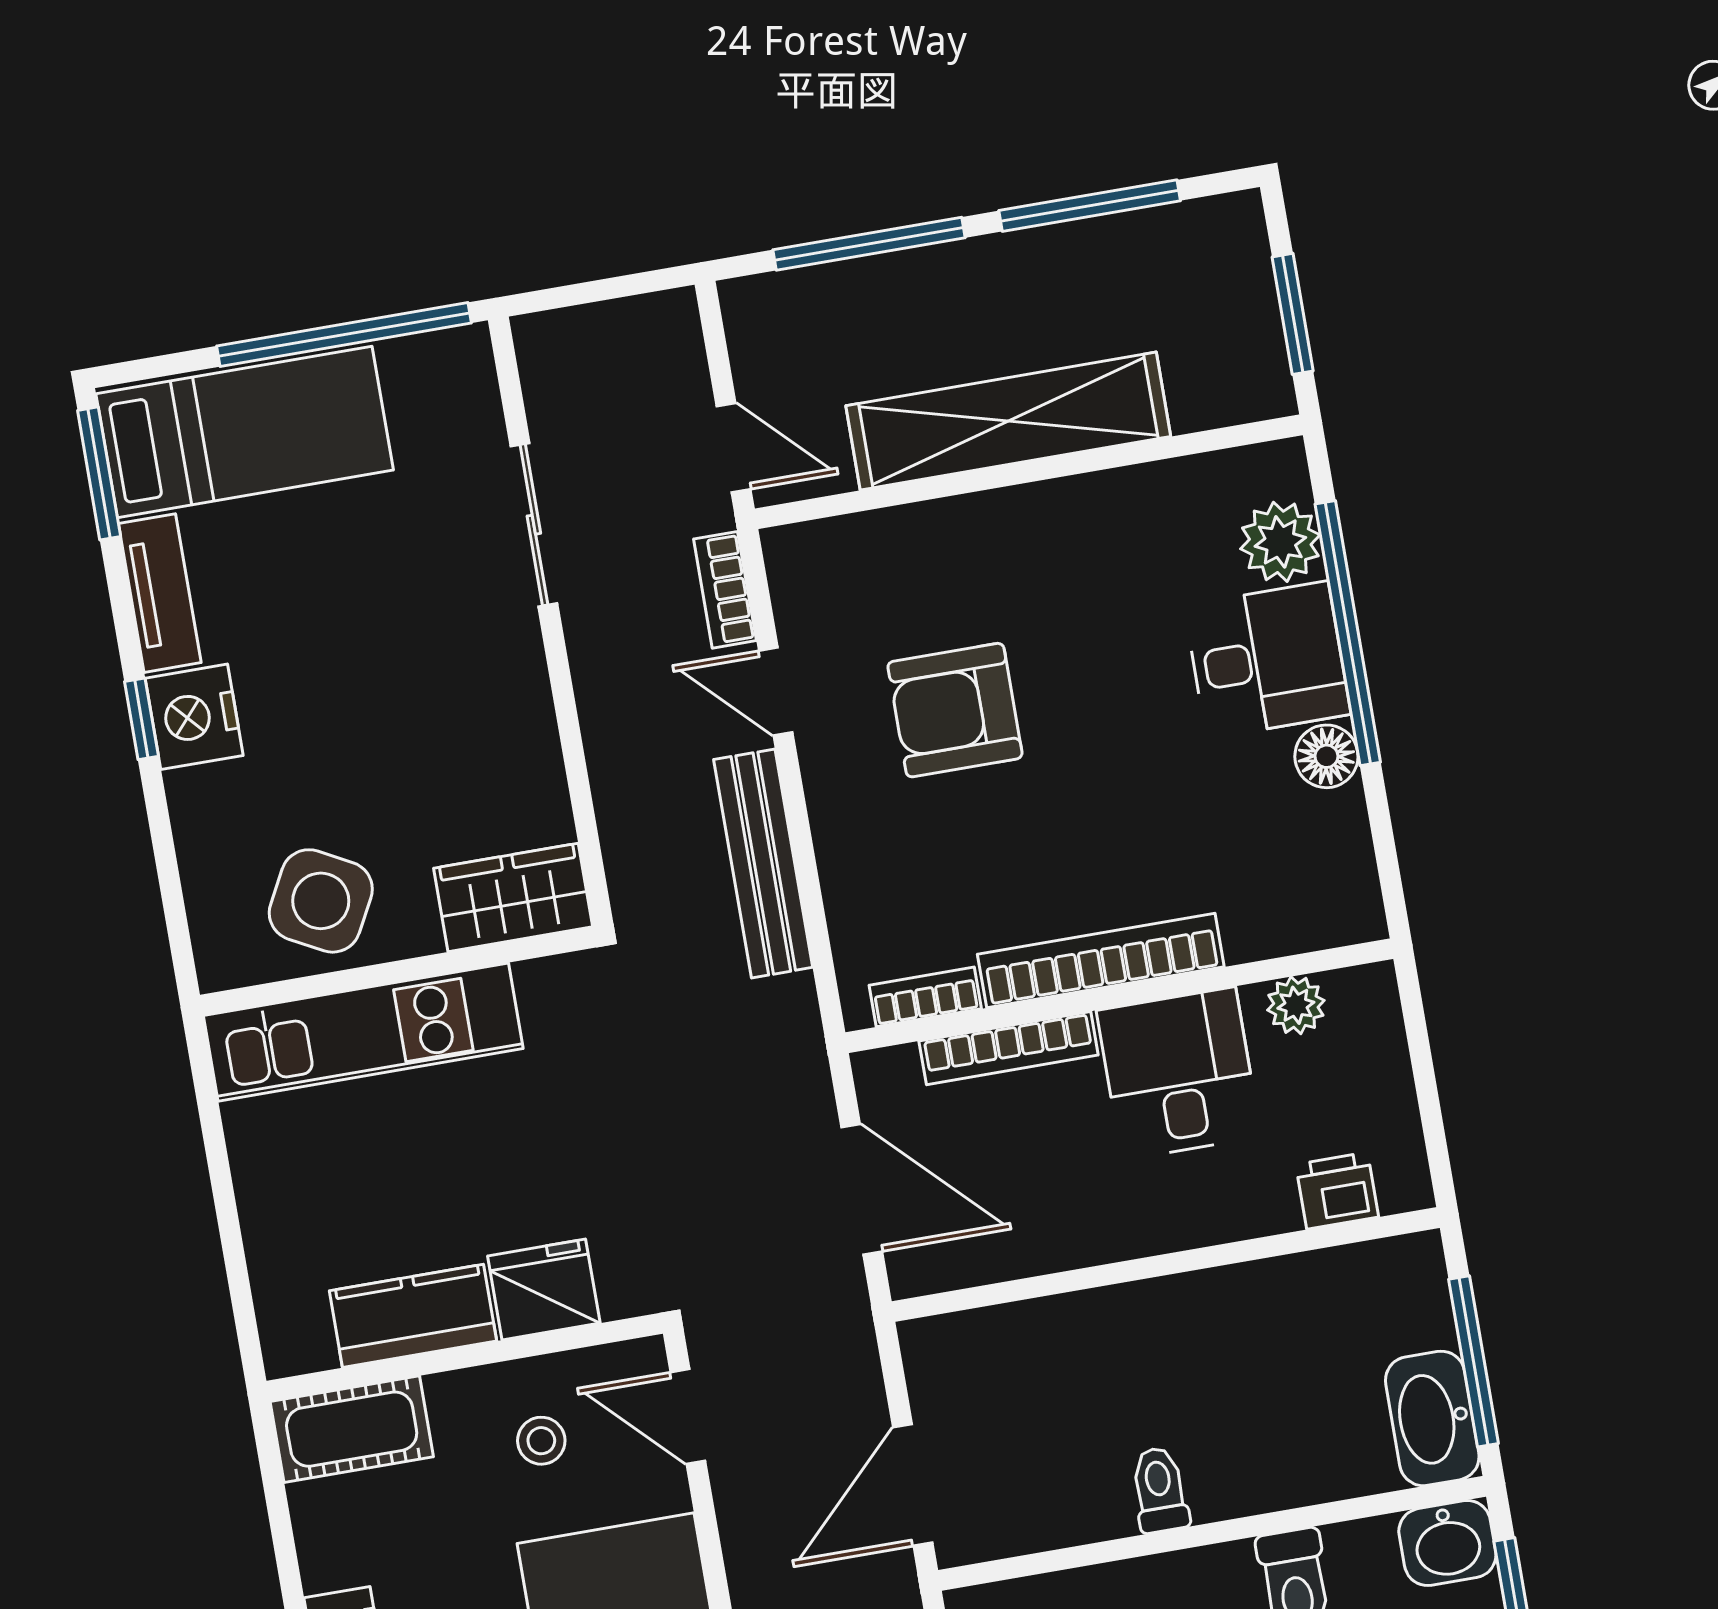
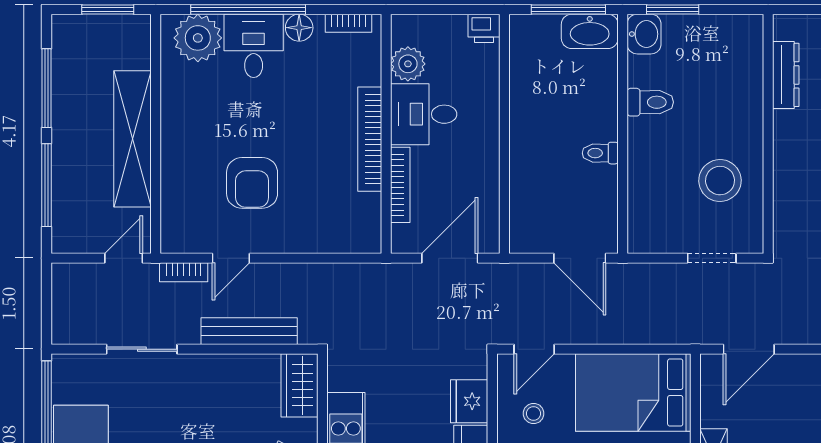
plant: (1280, 542) -> (198, 38), width x1.36, depth x1.36
bench: (763, 863) -> (249, 331), moved
bookcase: (925, 997) -> (348, 23), moved, turned -90
plant: (1296, 1005) -> (408, 64), width x1.38, depth x1.38
printer: (1337, 1191) -> (484, 28), moved, turned -90

